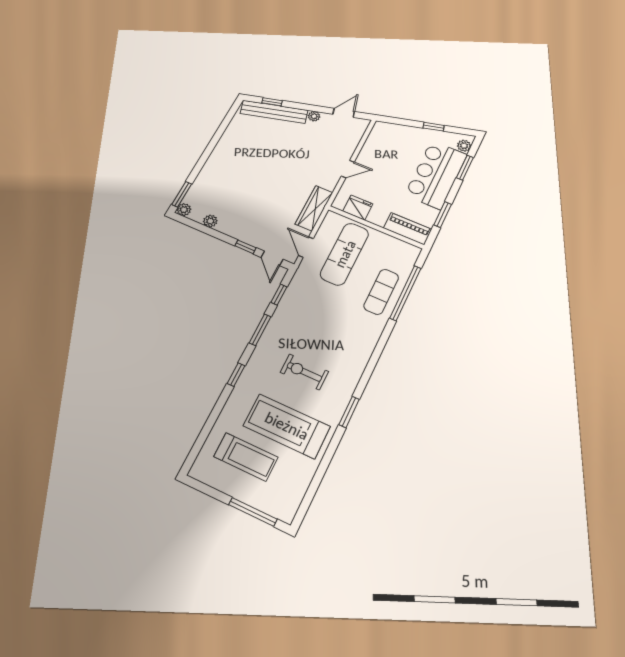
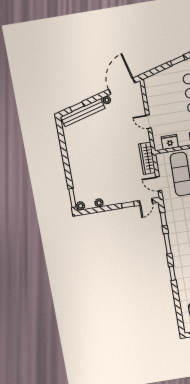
door: (344, 113) -> (122, 86), width x1.88
door: (348, 169) -> (149, 122), swing flipped
door: (272, 258) -> (146, 202), hinge flipped

